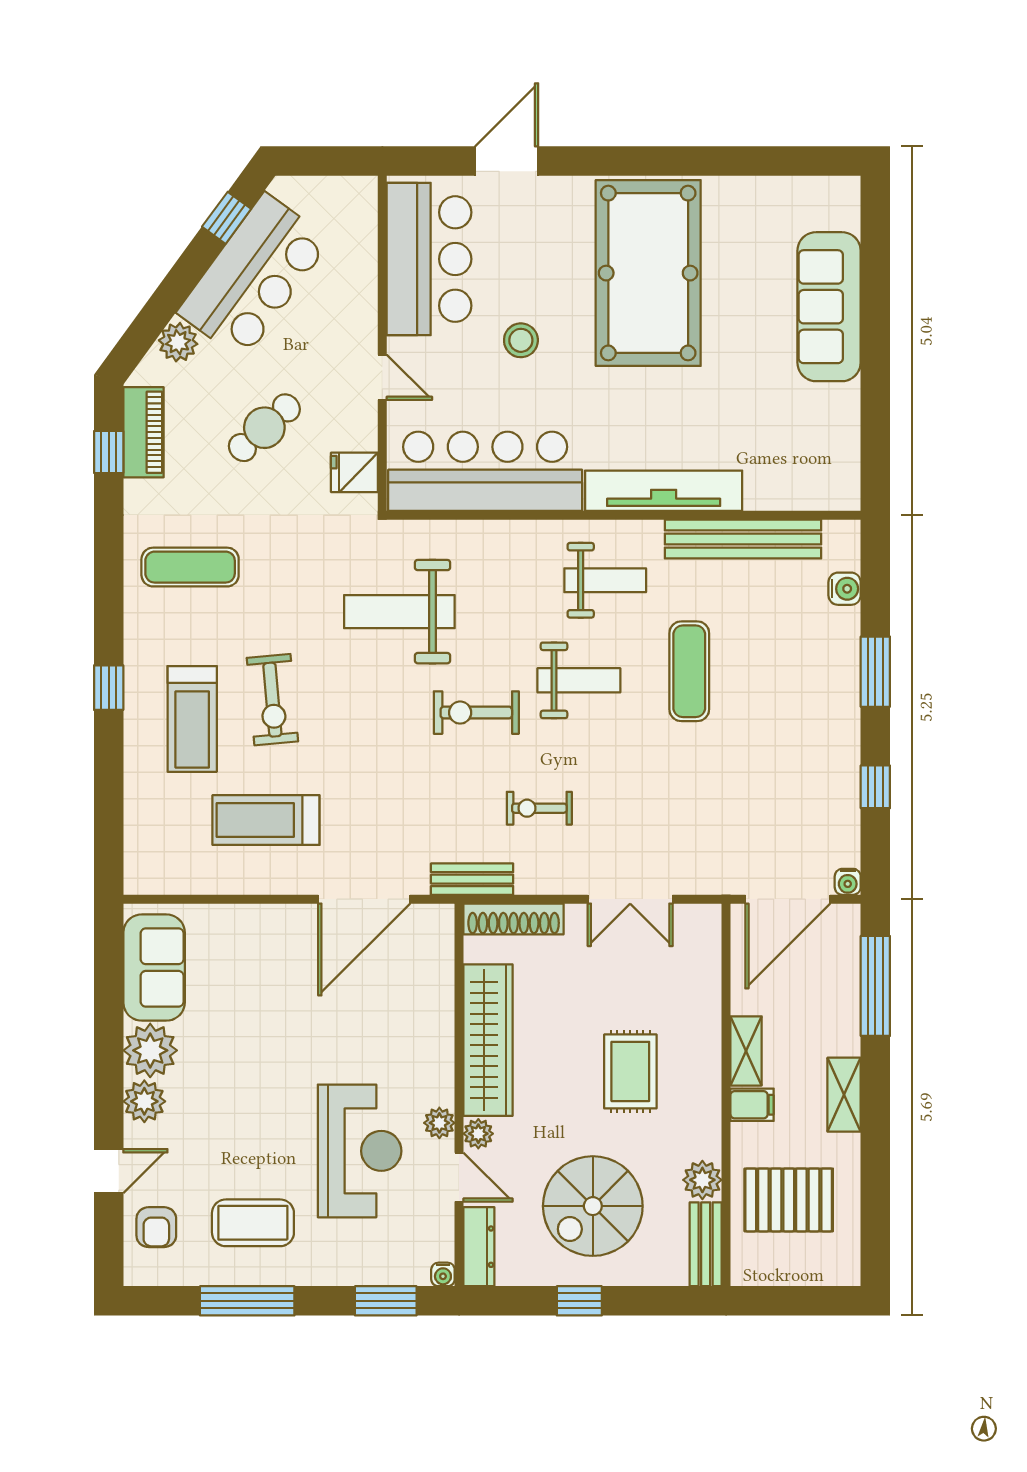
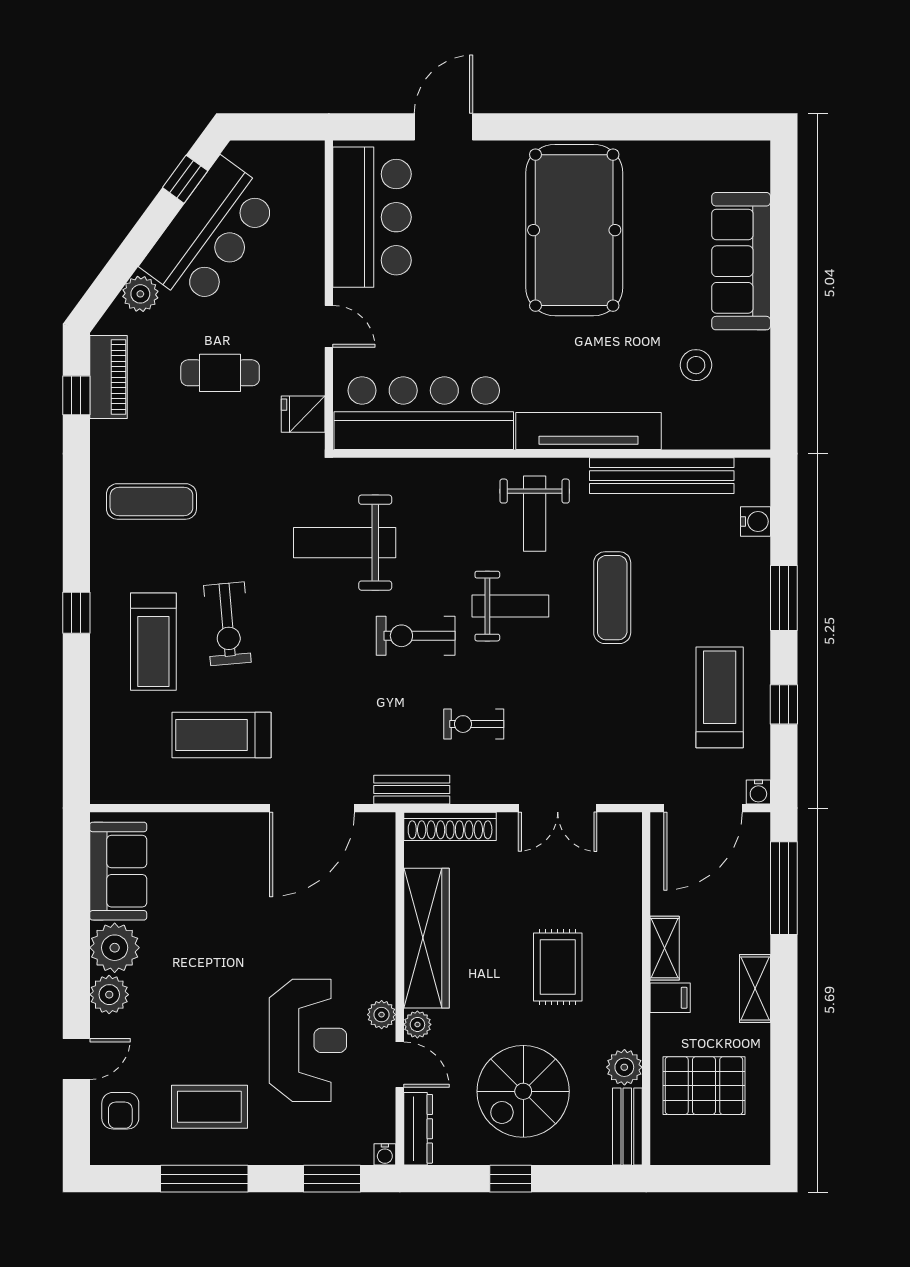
stool: (521, 340) -> (696, 365), moved
cafe table: (264, 428) -> (220, 373), turned 42
weight bench: (605, 580) -> (535, 514), turned 90
treadmill: (806, 779) -> (720, 697), added

